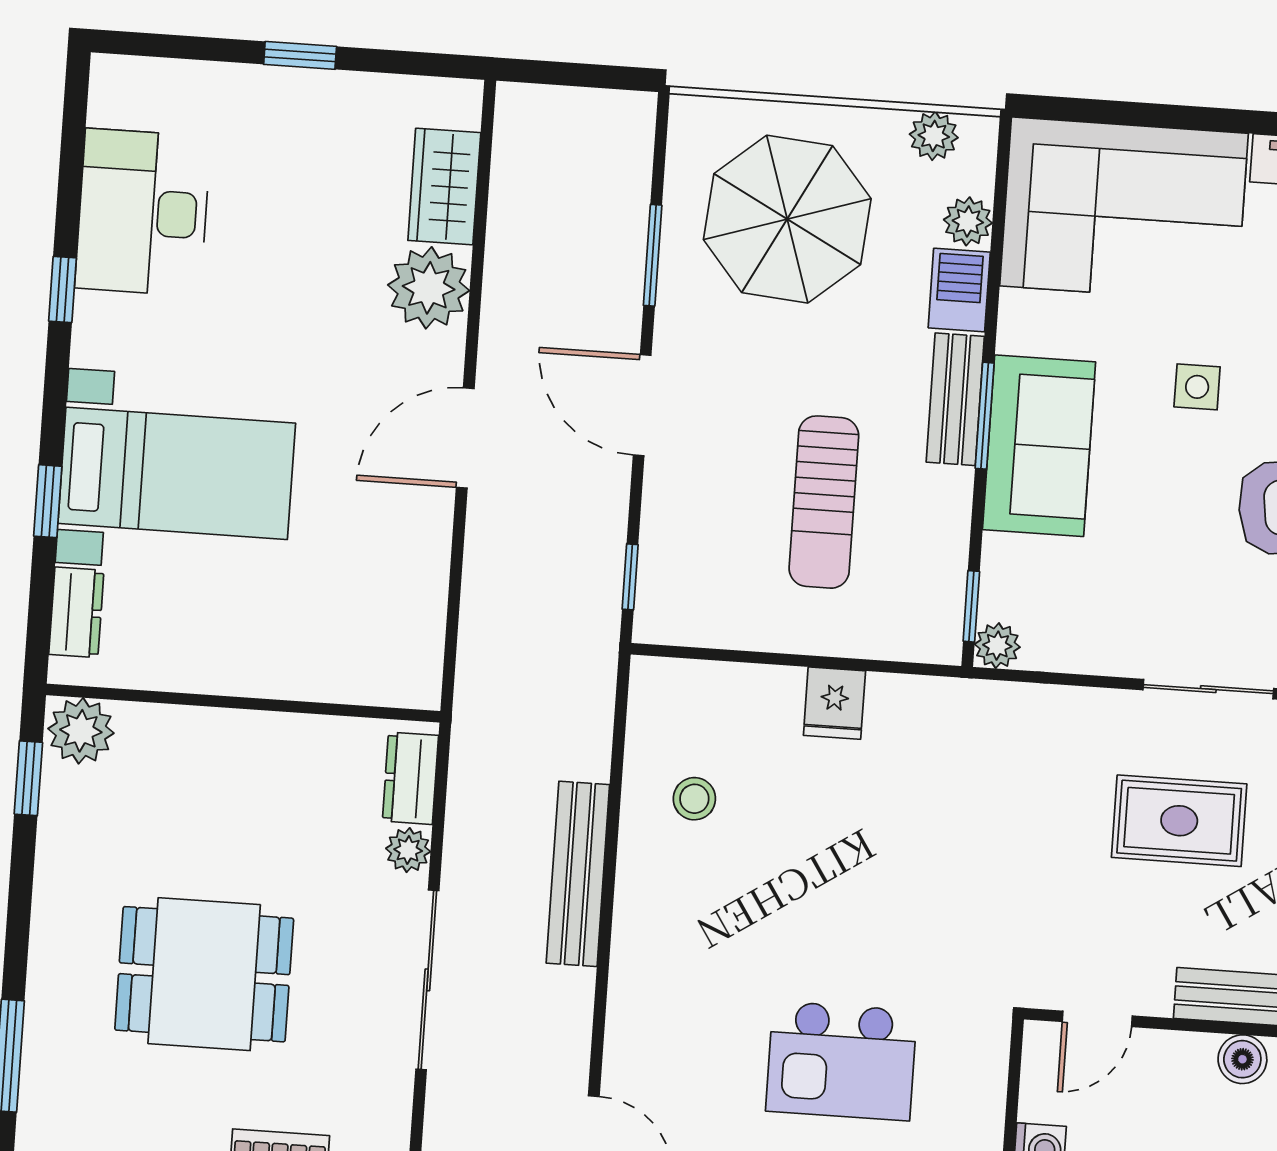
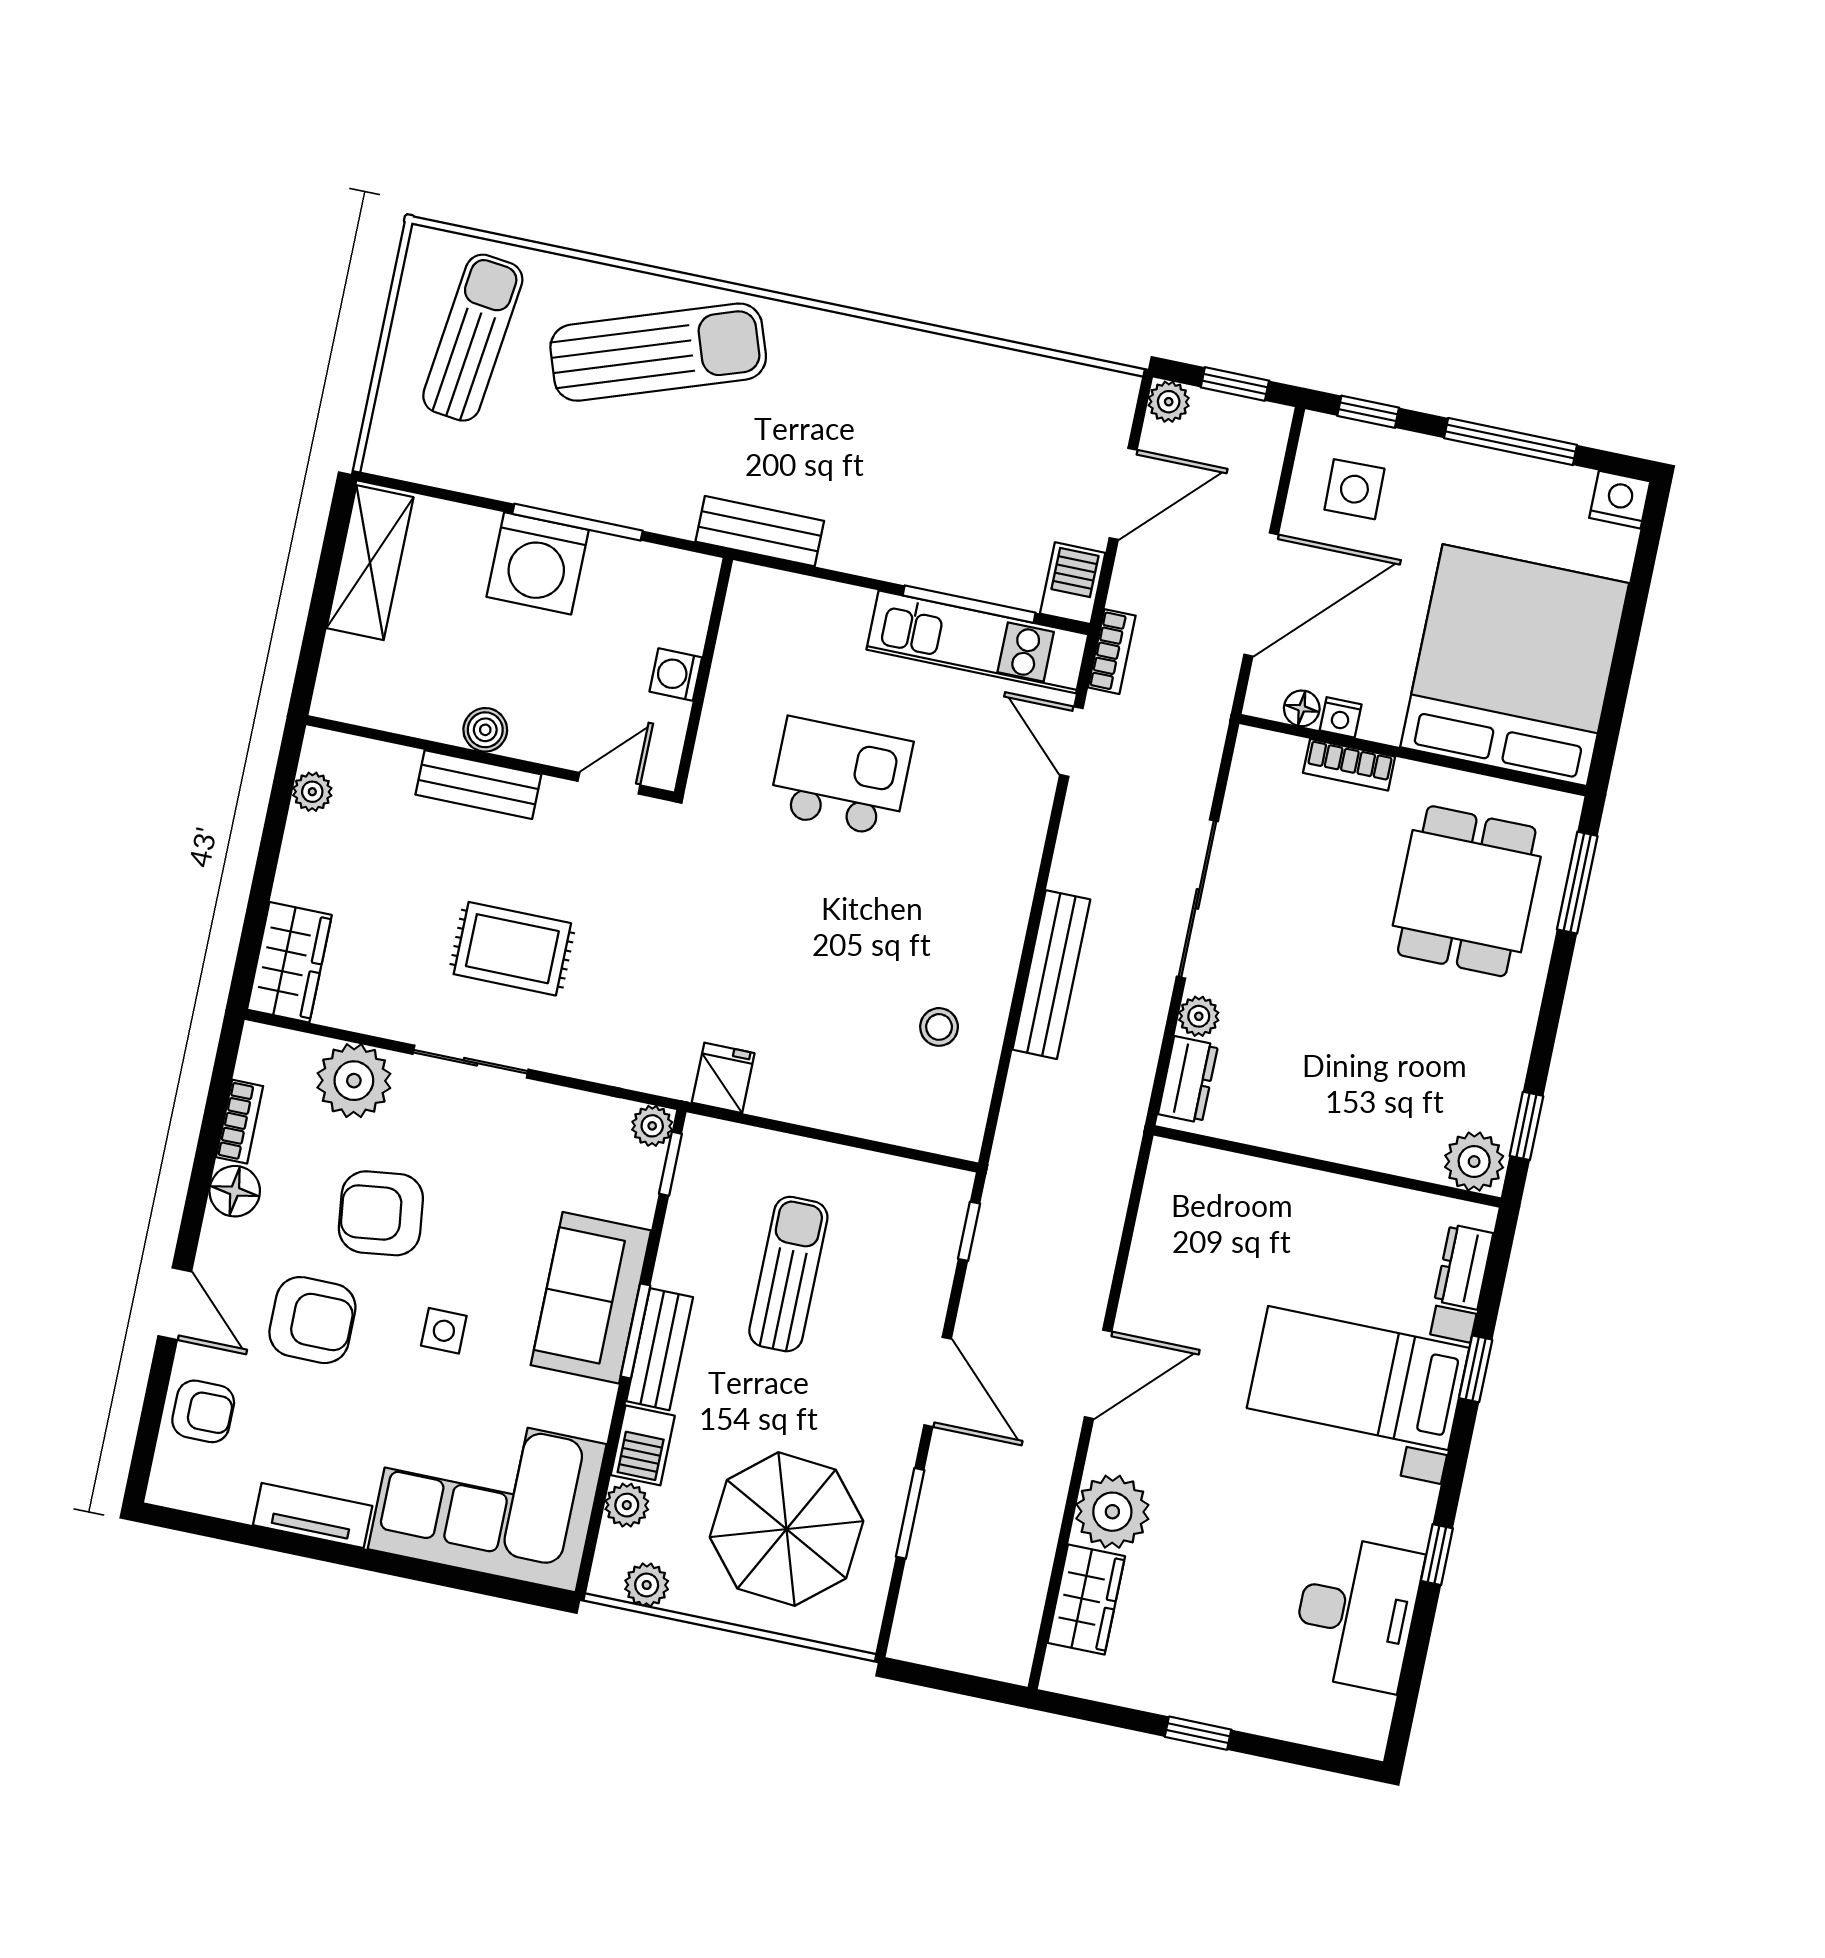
fridge: (834, 703) -> (723, 1078), moved
dining table: (204, 974) -> (1467, 891), moved, turned 90

